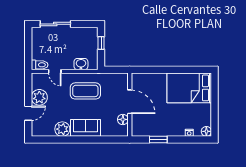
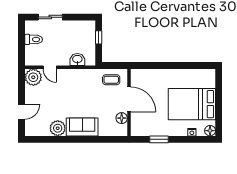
sliding door: (55, 24) -> (50, 17), width x0.73
toilet: (40, 65) -> (34, 39), moved
bed: (189, 88) -> (192, 104), moved
coffee table: (85, 91) -> (111, 80), moved, width x0.54, depth x0.58
plant: (39, 97) -> (33, 77), moved

